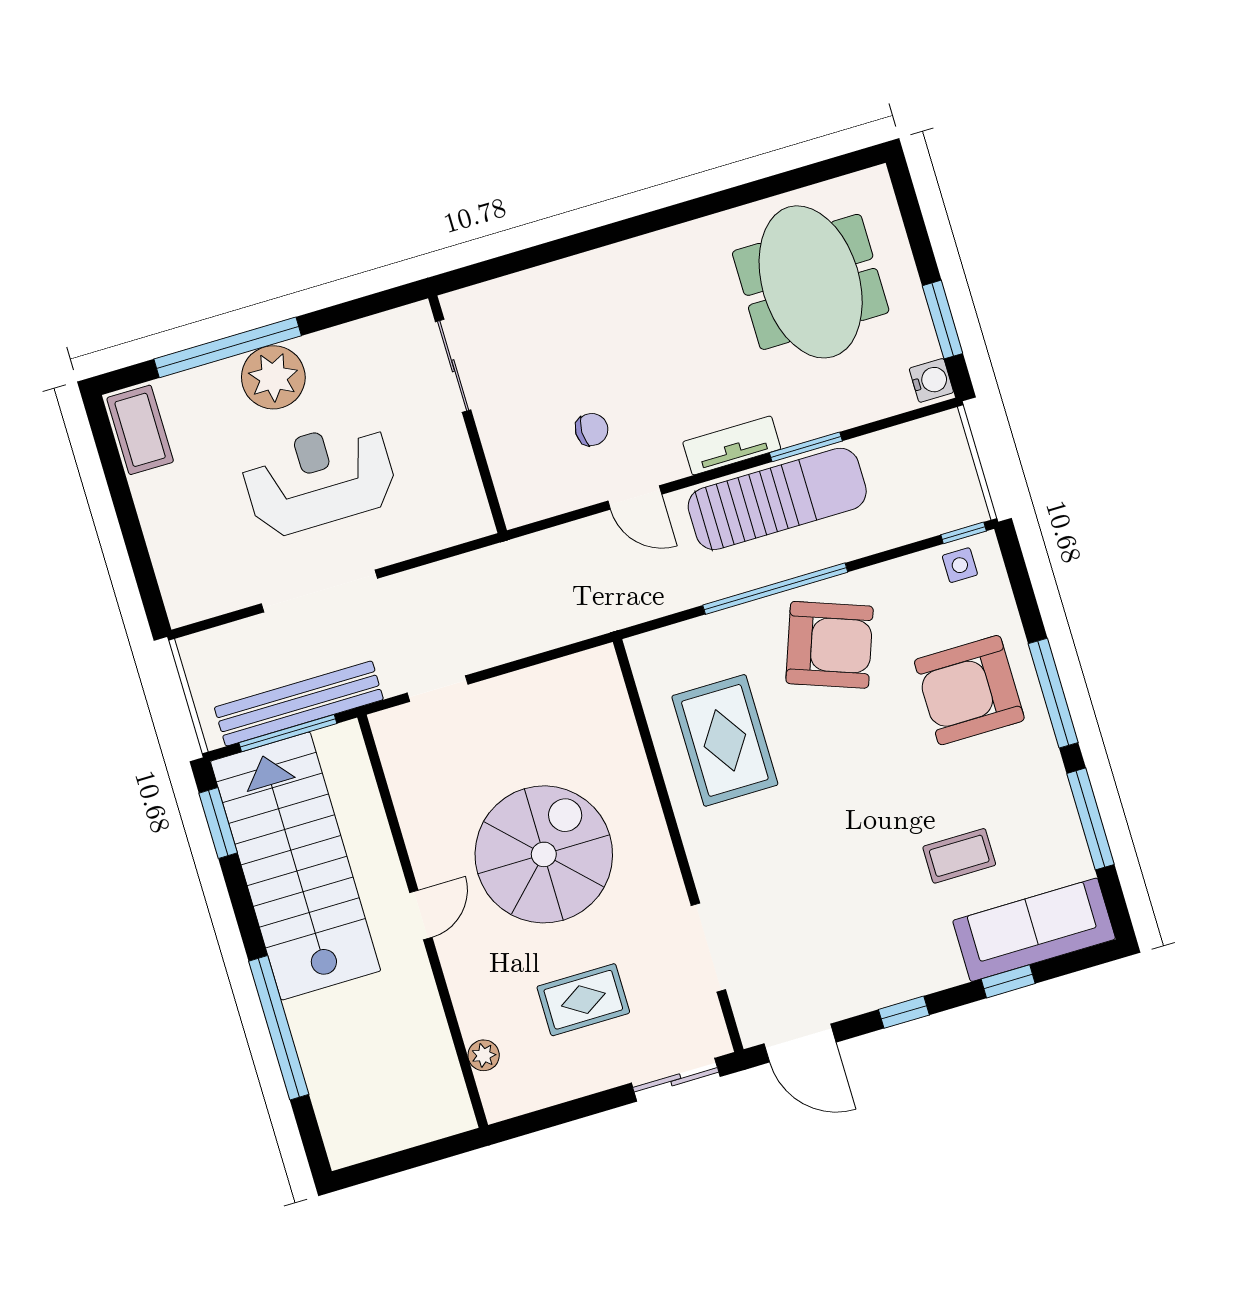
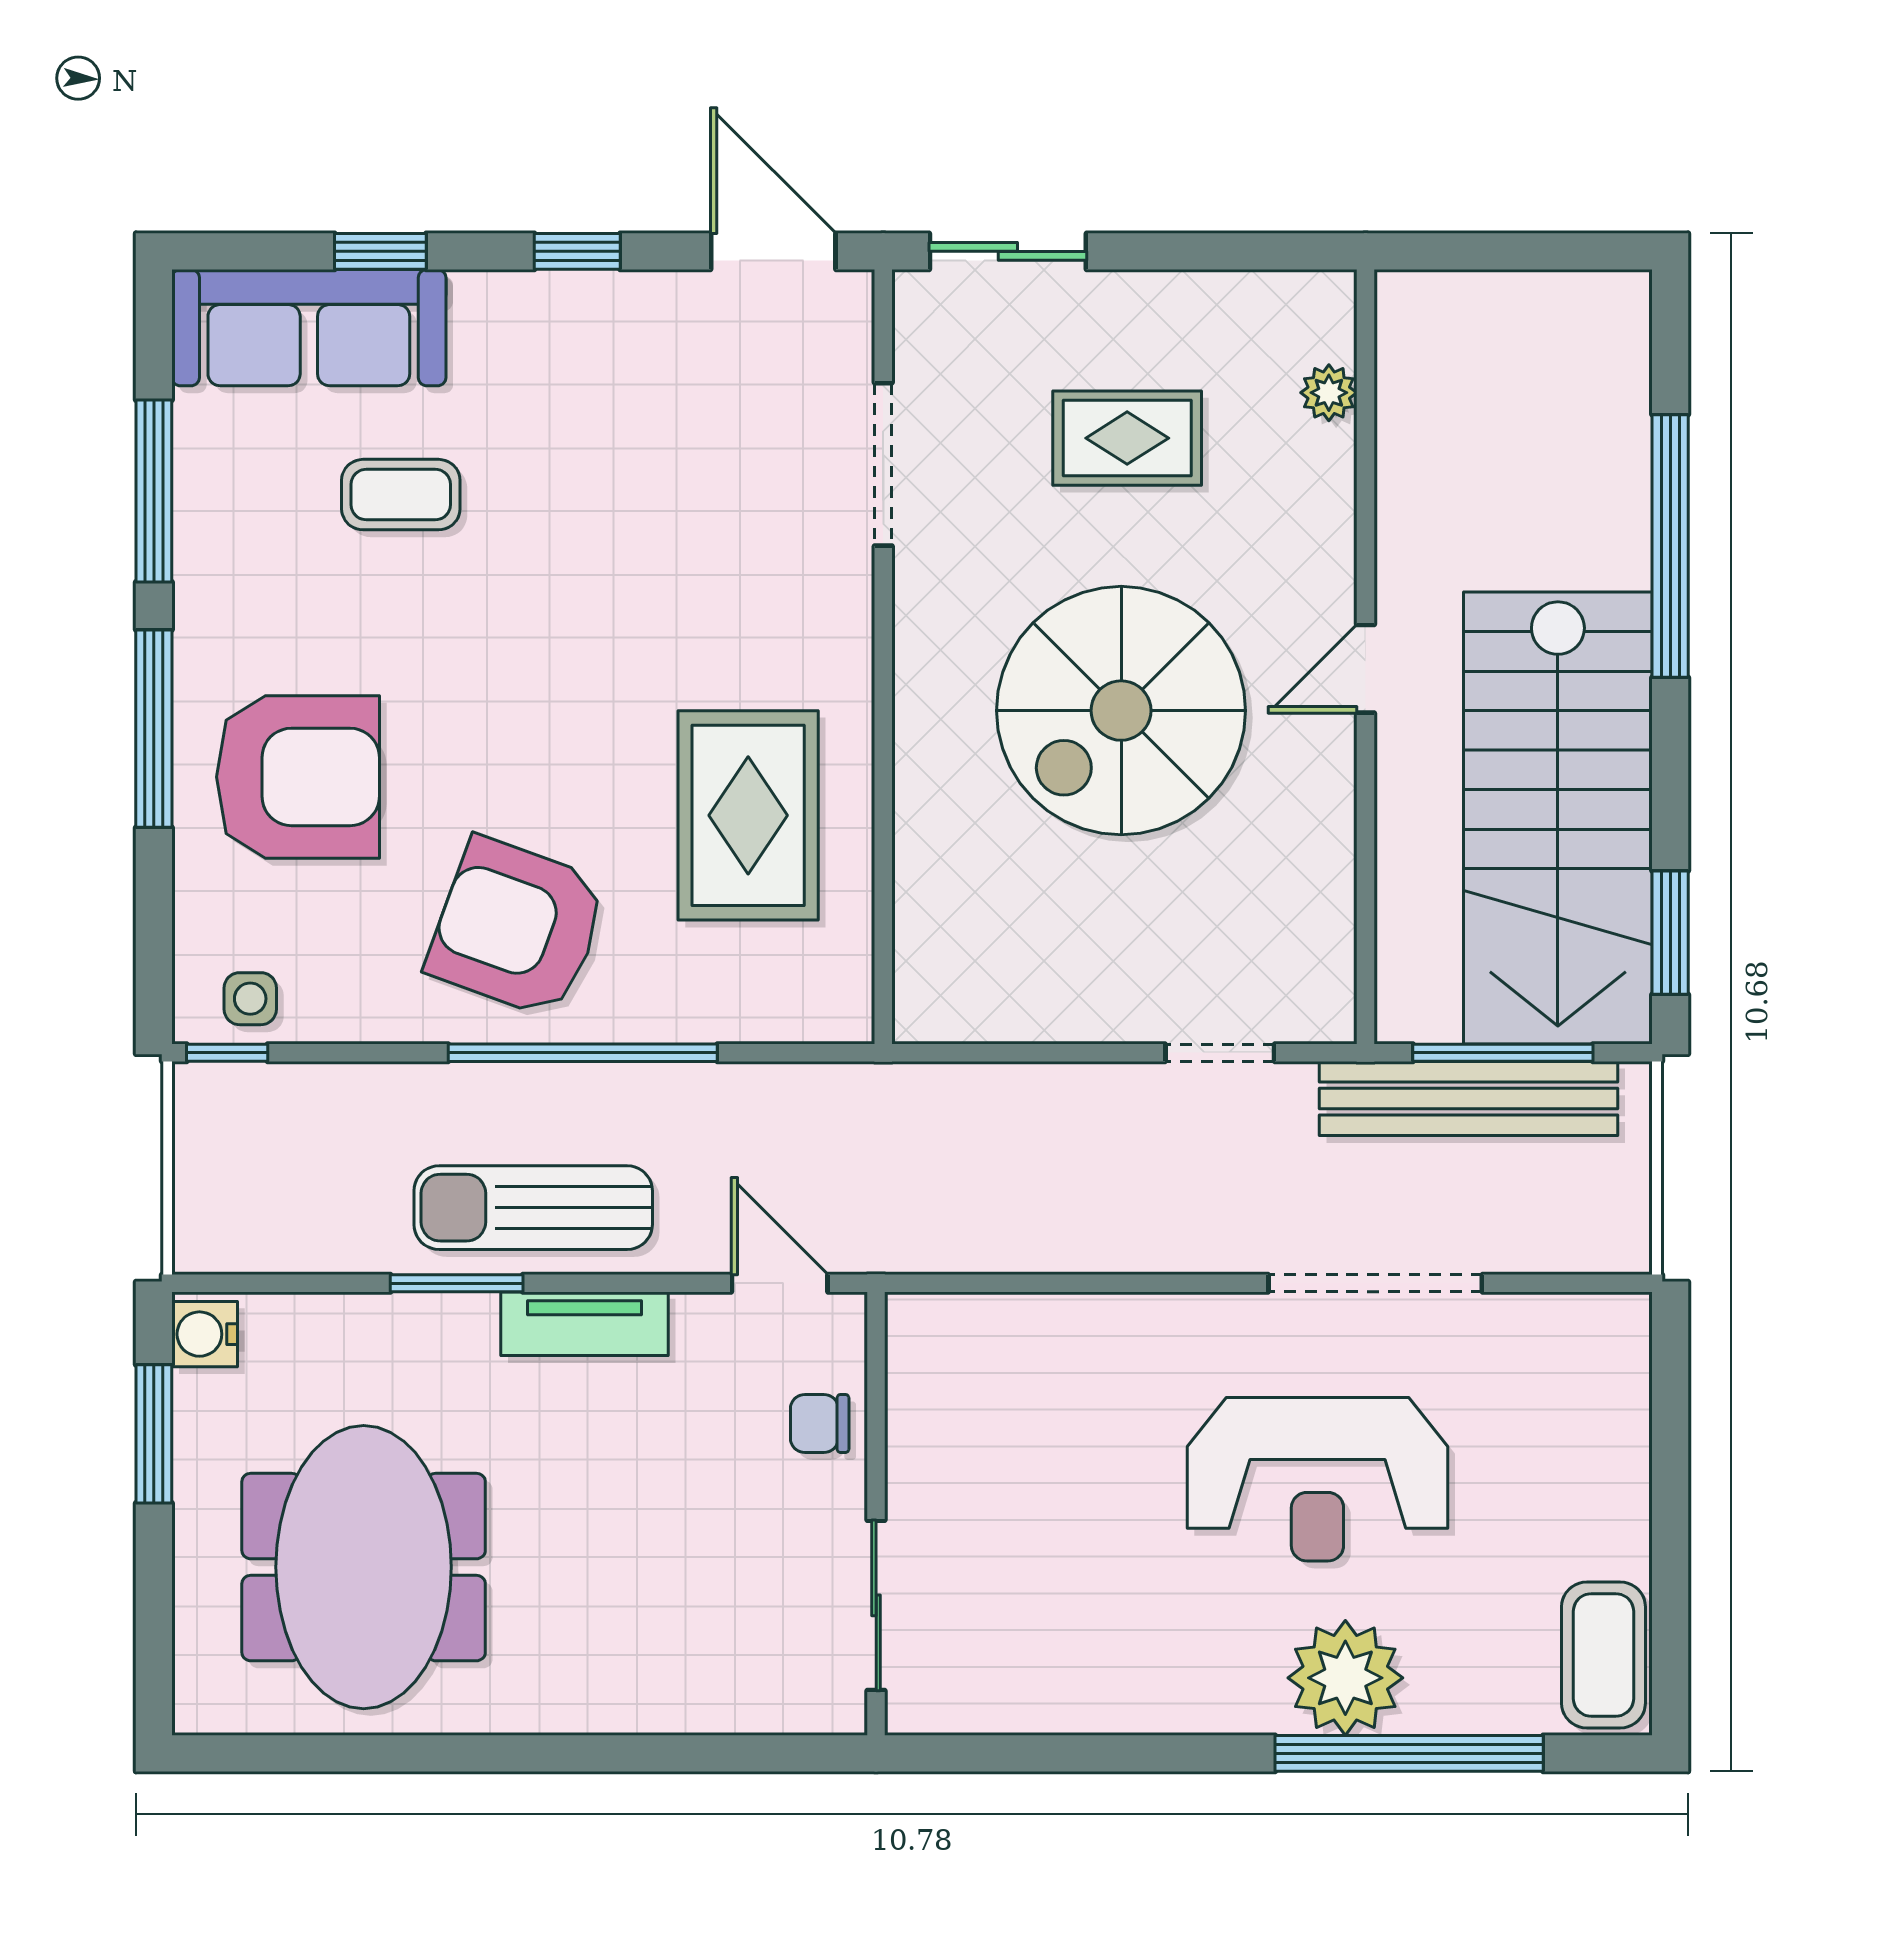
sliding door: (453, 366) -> (876, 1605), moved
wall: (468, 414) -> (876, 1514), moved
sun lounger: (777, 499) -> (533, 1208), width x0.73, depth x0.75

